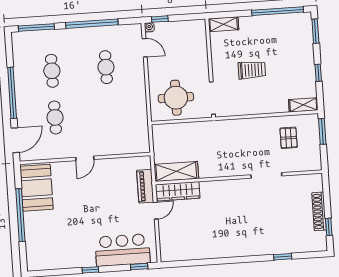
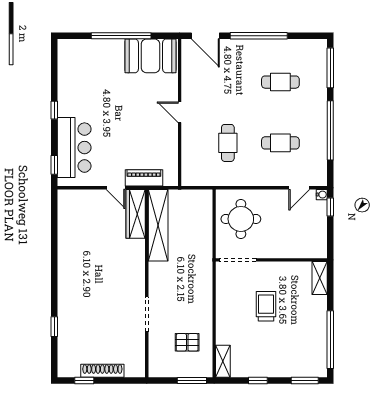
trolley: (252, 70) -> (266, 306), turned 180
cafe table: (55, 117) -> (228, 143), moved, turned 90
shelving: (176, 171) -> (158, 225), width x1.47

